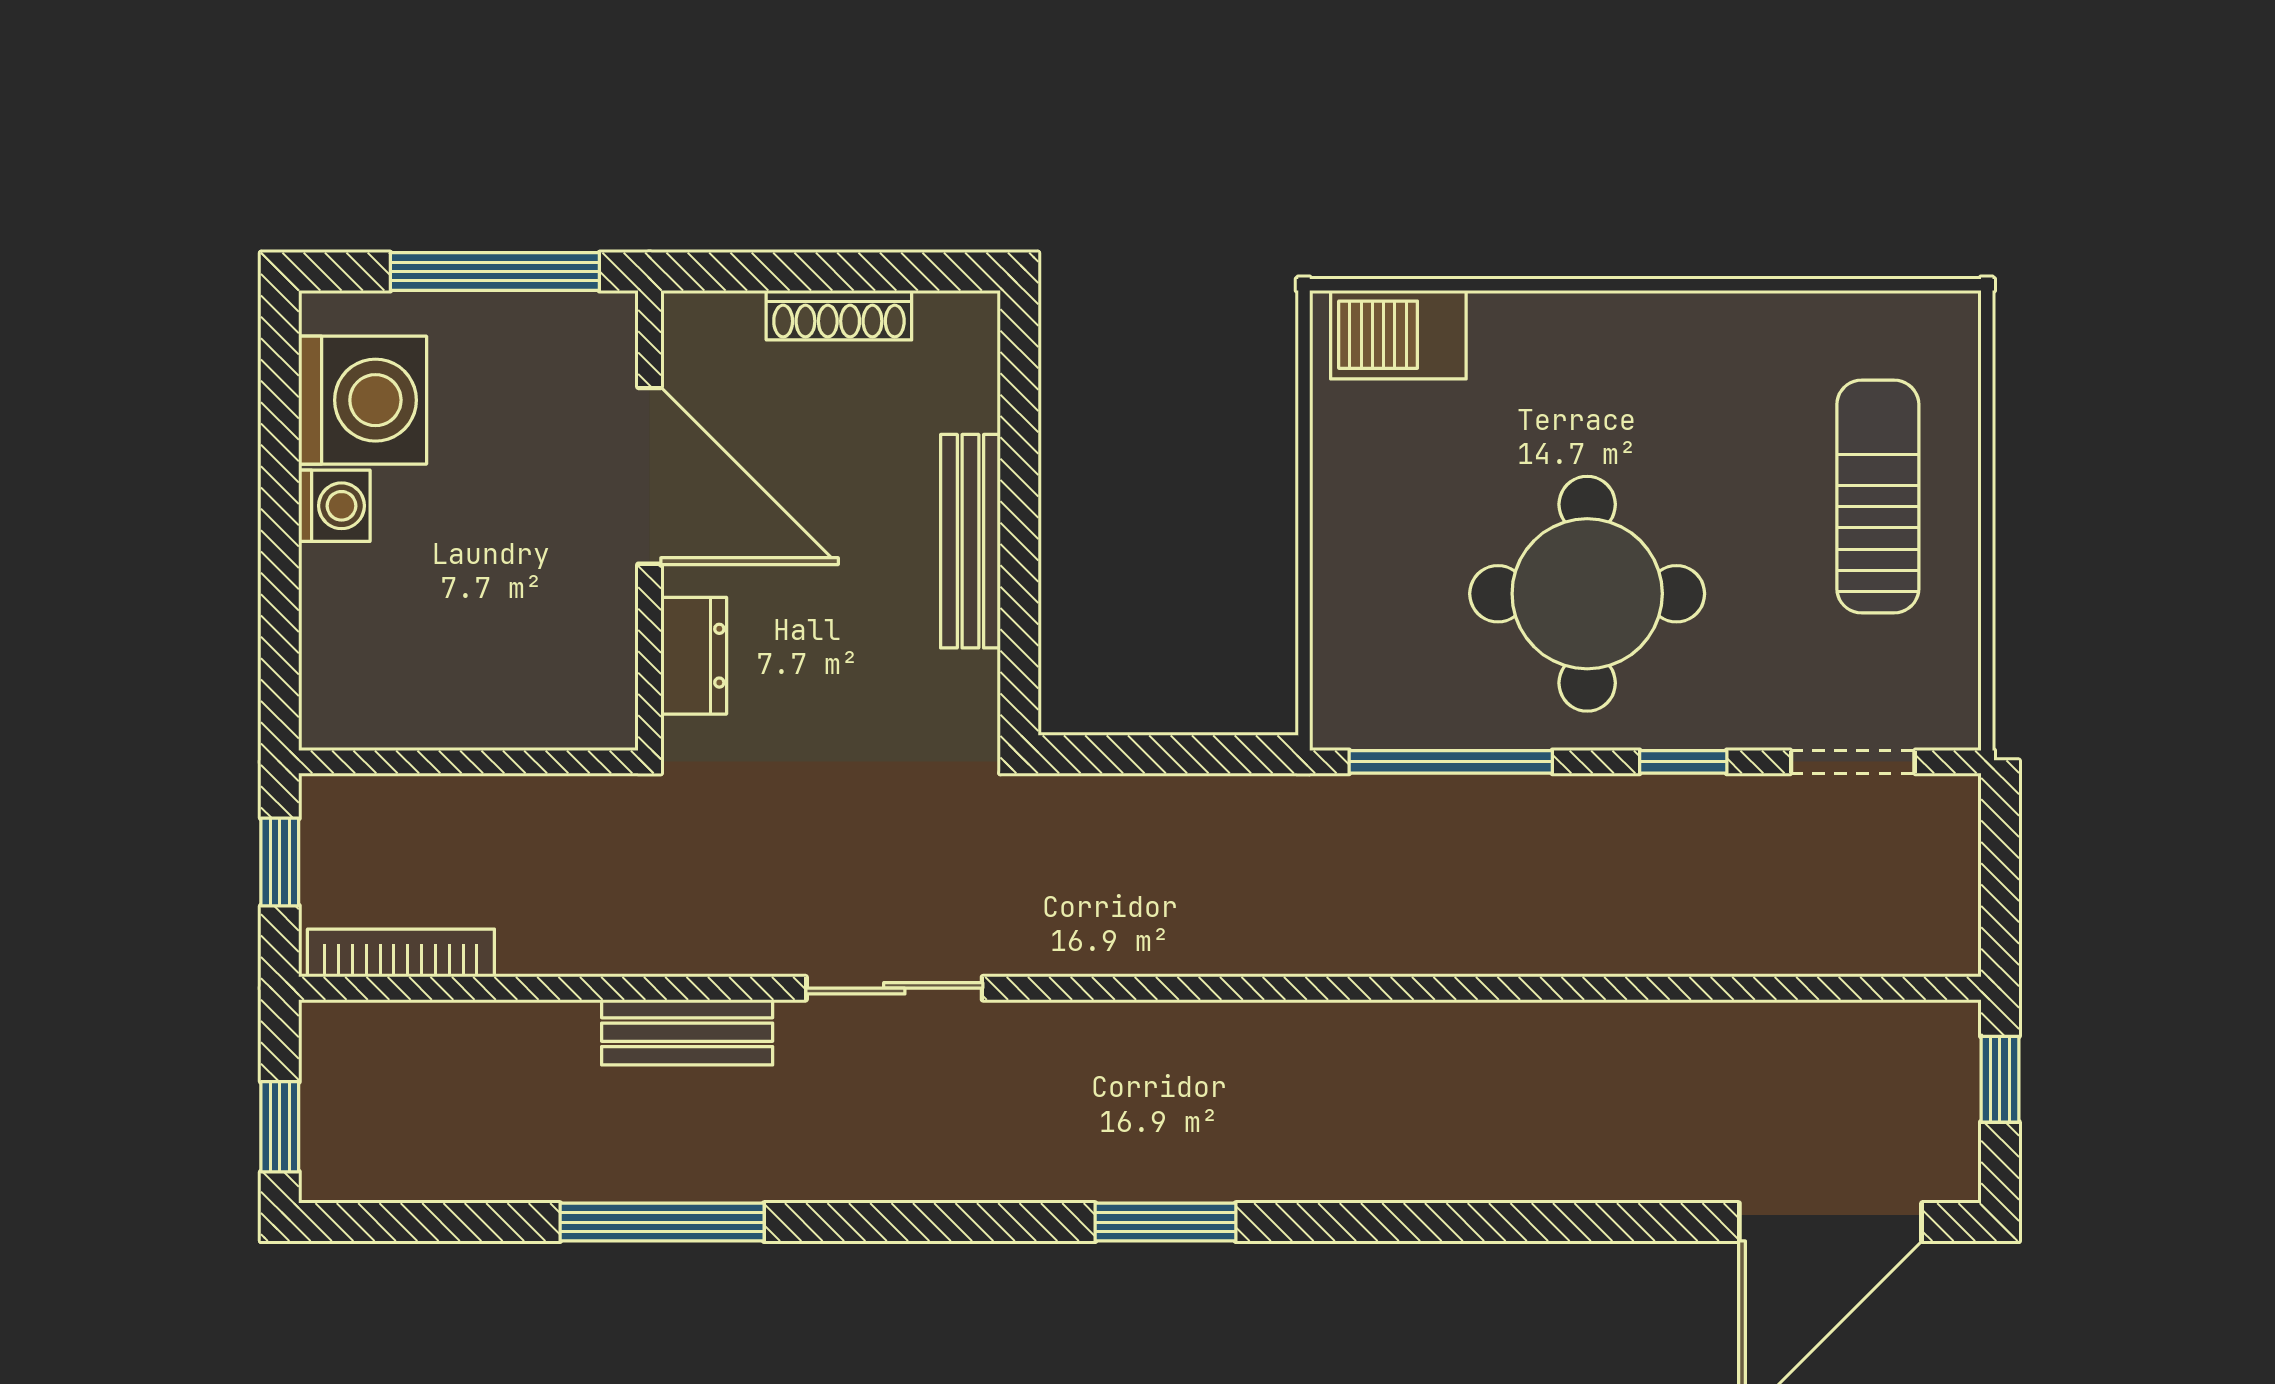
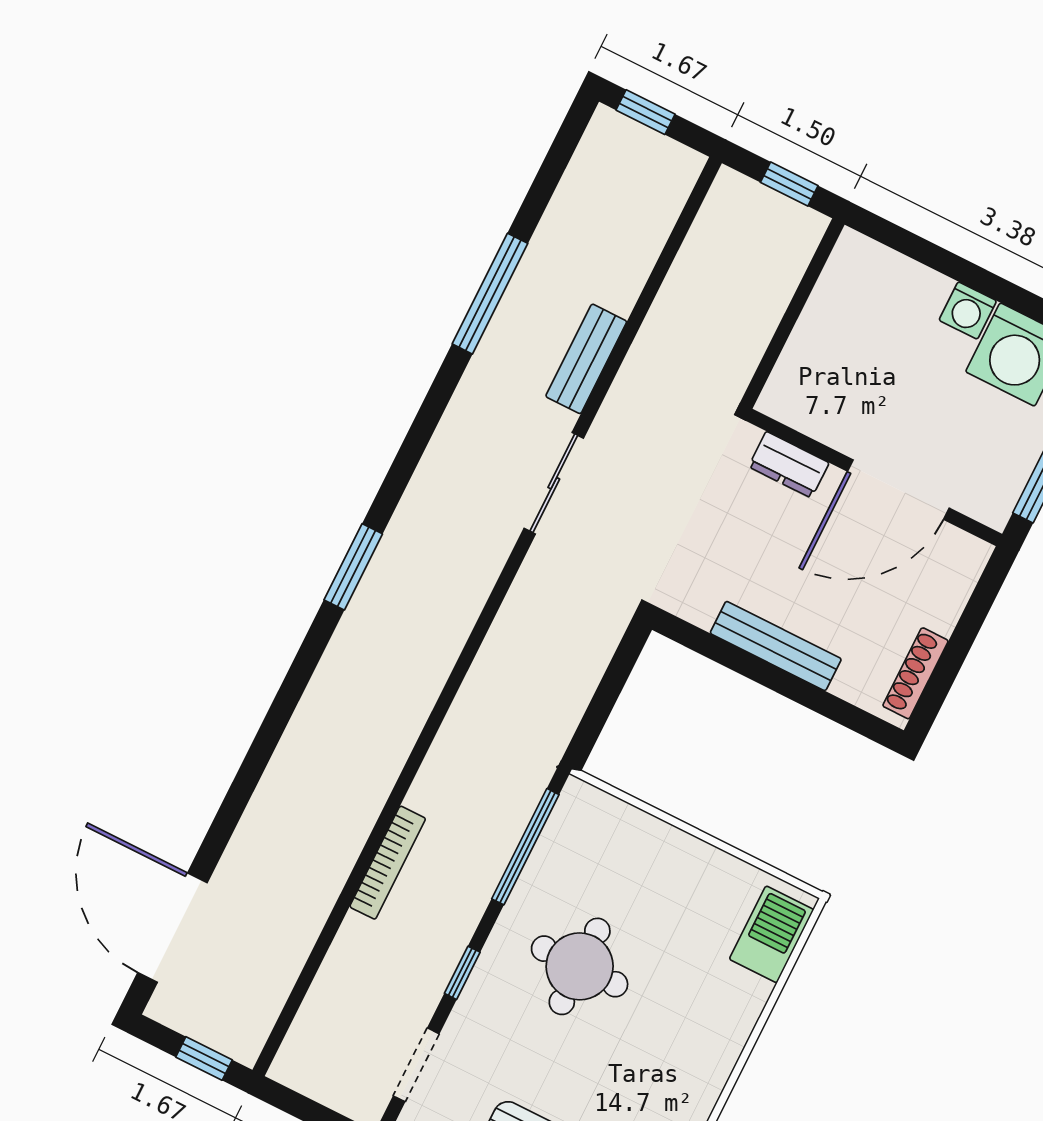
shoe rack: (839, 315) -> (915, 673), moved
round table: (1587, 594) -> (580, 966), width x0.73, depth x0.73
bookcase: (401, 953) -> (388, 863), moved

